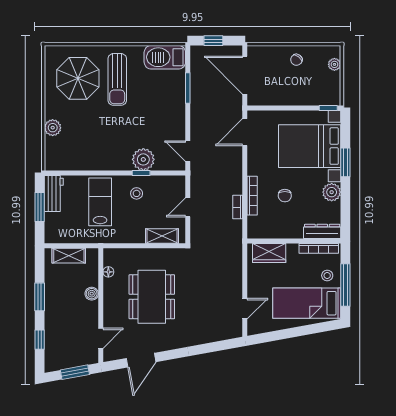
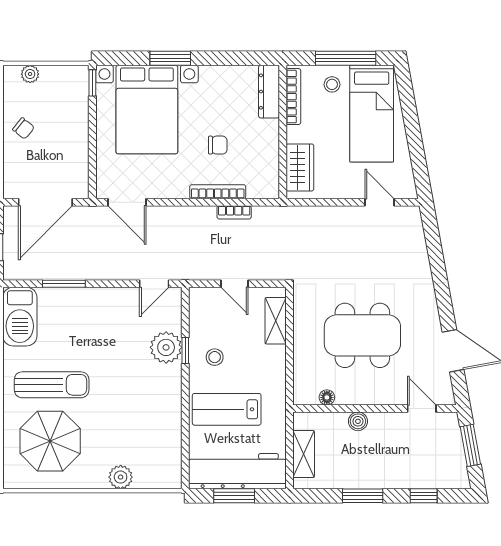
plant: (332, 192) -> (213, 78), removed
workbench: (54, 193) -> (237, 471), width x1.88, depth x1.32

